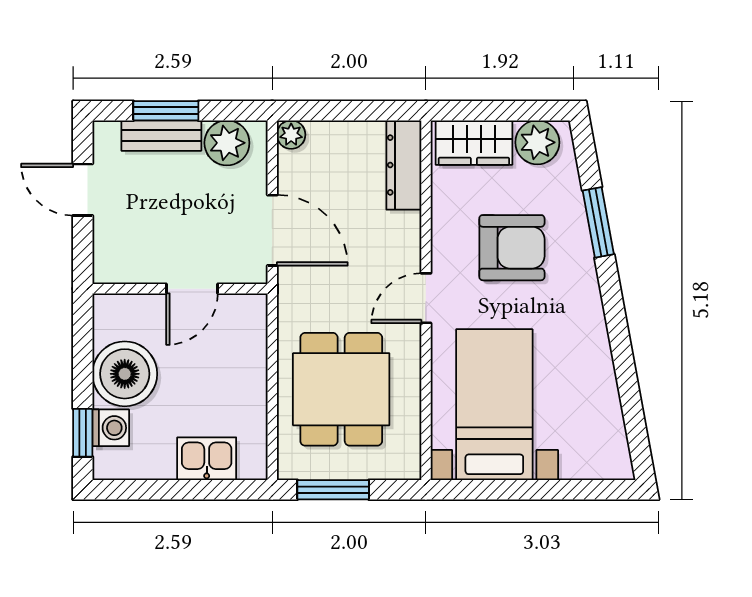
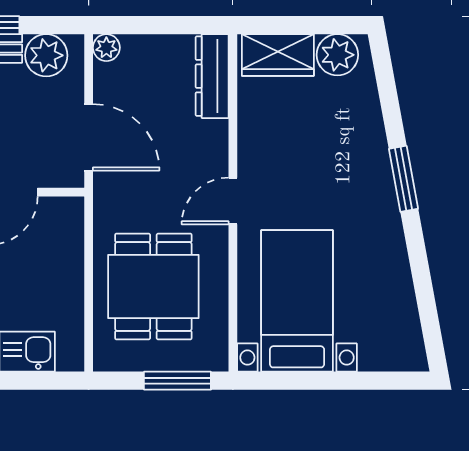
window: (598, 222) -> (403, 179), moved
armchair: (512, 248) -> (313, 154), removed
window: (333, 490) -> (177, 381), moved

